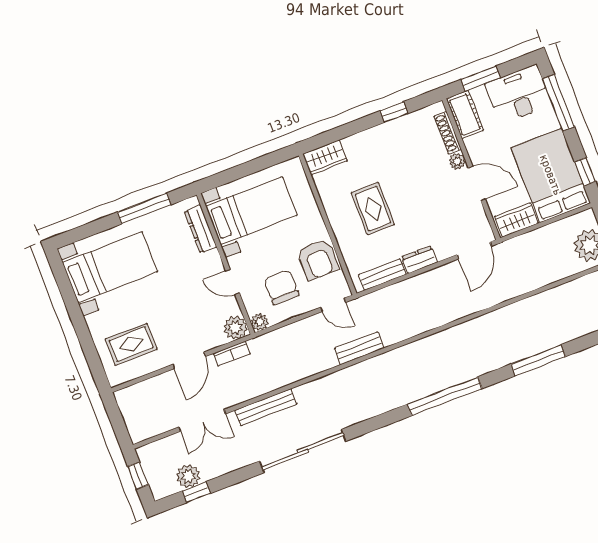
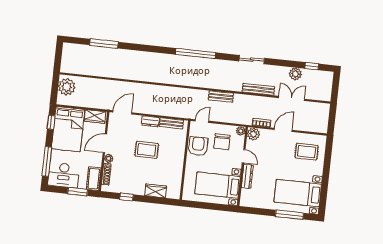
wardrobe: (325, 157) -> (156, 191), moved
door: (477, 183) -> (105, 143), hinge flipped
window: (144, 208) -> (289, 215), moved
rug: (373, 209) -> (147, 150), moved, turned 90
dresser: (201, 229) -> (247, 176), moved
door: (333, 305) -> (202, 121), hinge flipped
bench: (359, 348) -> (221, 97), moved
window: (538, 360) -> (104, 44), moved
window: (445, 396) -> (196, 54), moved
sliding door: (303, 451) -> (252, 60), width x0.54
window: (138, 476) -> (335, 88), removed
plant: (188, 476) -> (295, 74), moved

